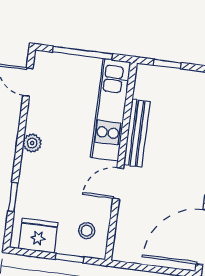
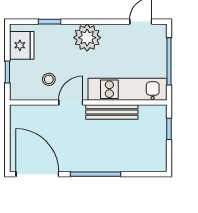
plant: (32, 143) -> (87, 38), width x1.88, depth x1.88
door: (118, 183) -> (71, 102), hinge flipped
stool: (87, 231) -> (49, 79), moved

